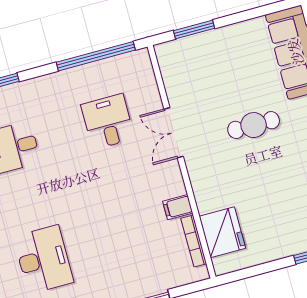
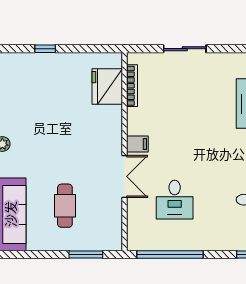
cafe table: (254, 125) -> (65, 206), moved, turned 90
filing cabinet: (178, 207) -> (137, 144), moved

